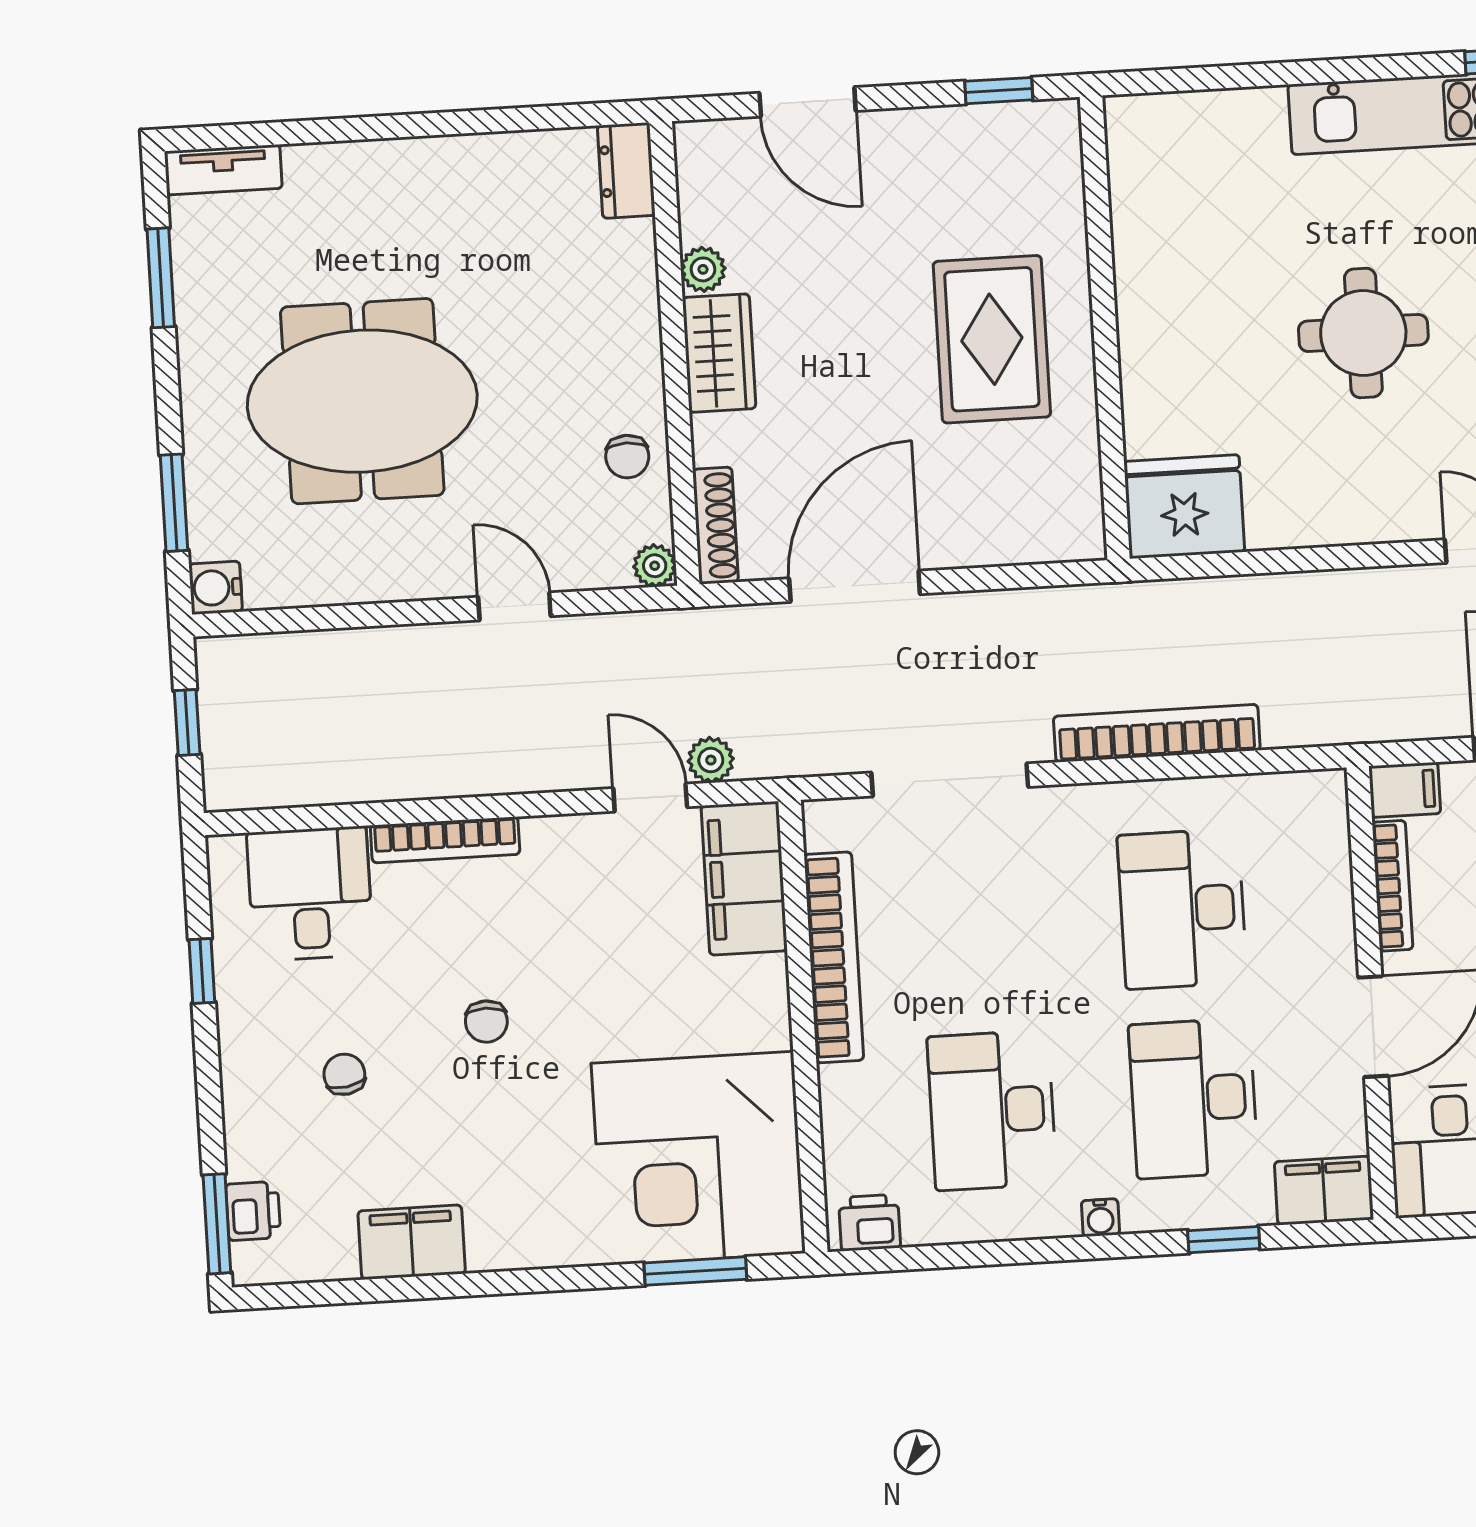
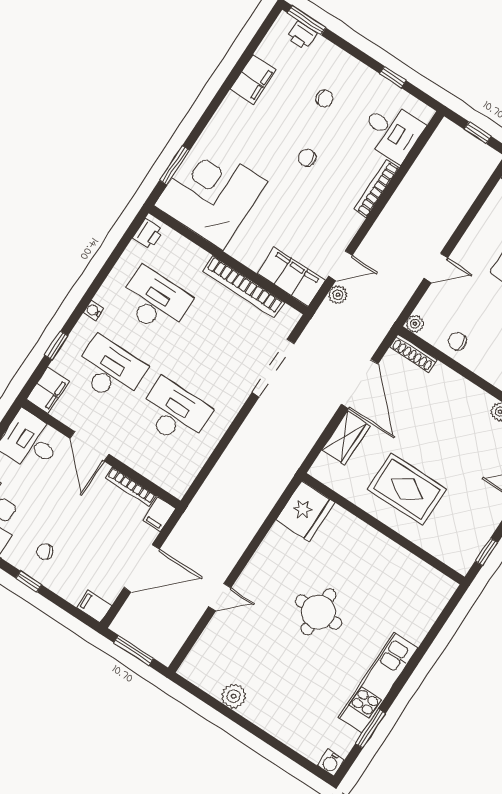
wardrobe: (719, 353) -> (346, 438), moved, turned -90
bookcase: (1157, 733) -> (238, 447), removed

